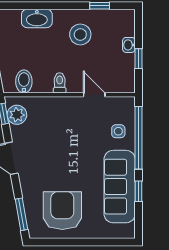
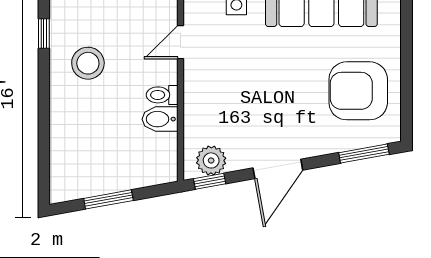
washbasin: (37, 18) -> (63, 130), removed
bidet: (24, 81) -> (160, 119), moved

